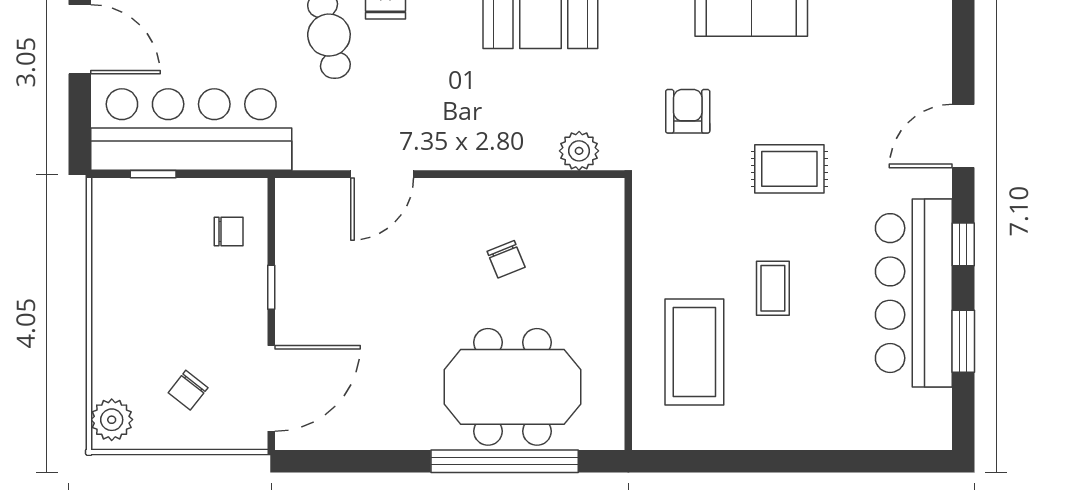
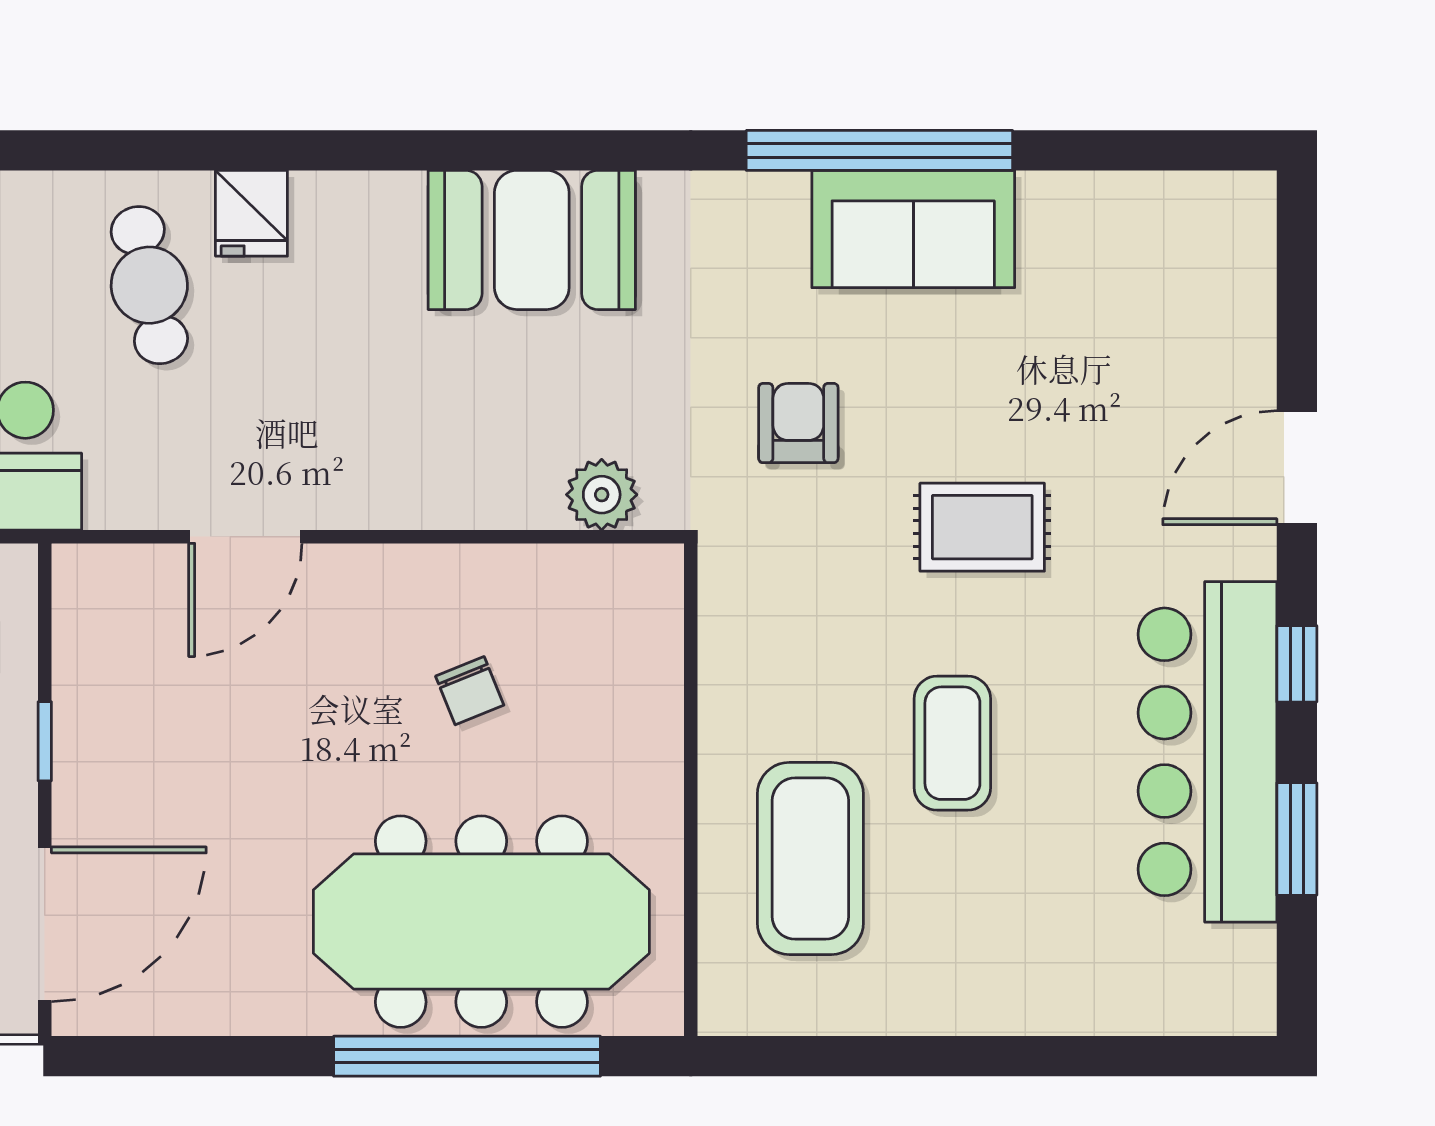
coffee table: (773, 288) -> (952, 743), width x1.36, depth x1.30
meeting table: (512, 387) -> (481, 922), width x1.36

